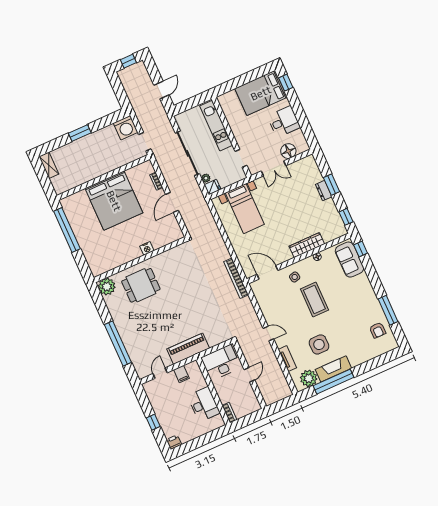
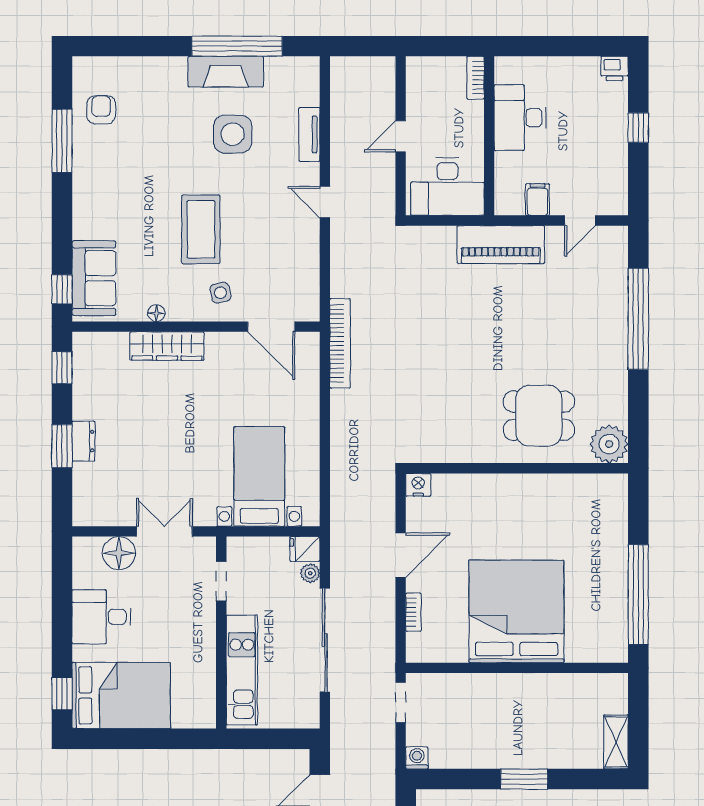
washing machine: (126, 128) -> (417, 758), width x0.53, depth x0.53
nightstand: (147, 248) -> (418, 485), moved
plant: (309, 378) -> (284, 75), removed

